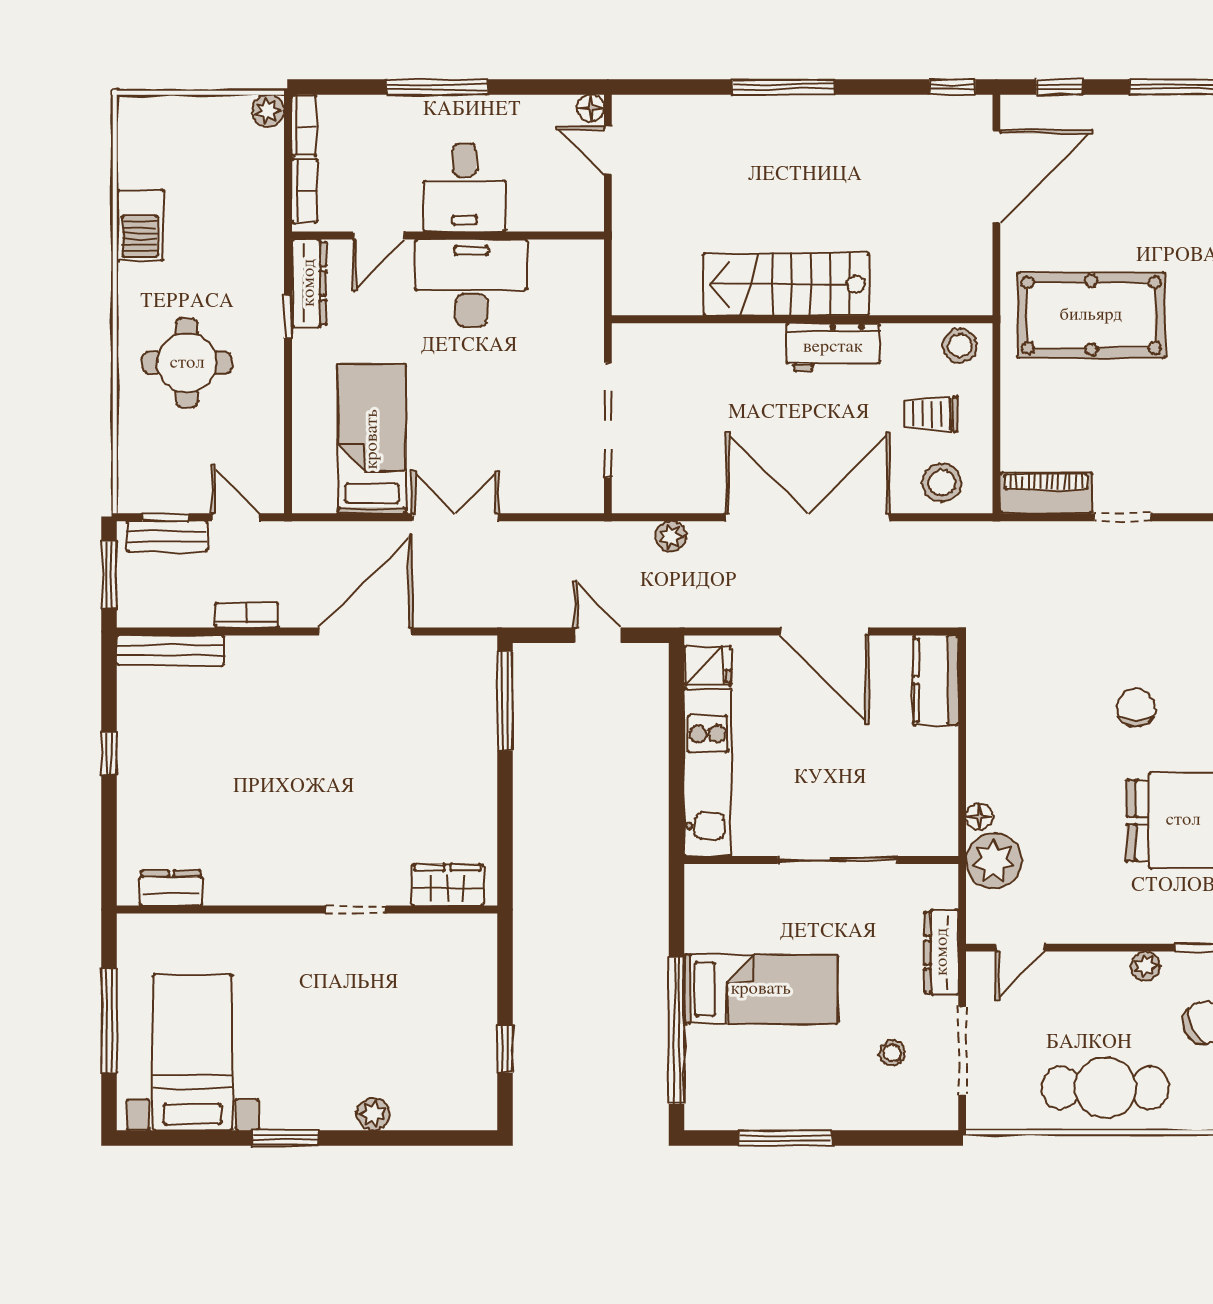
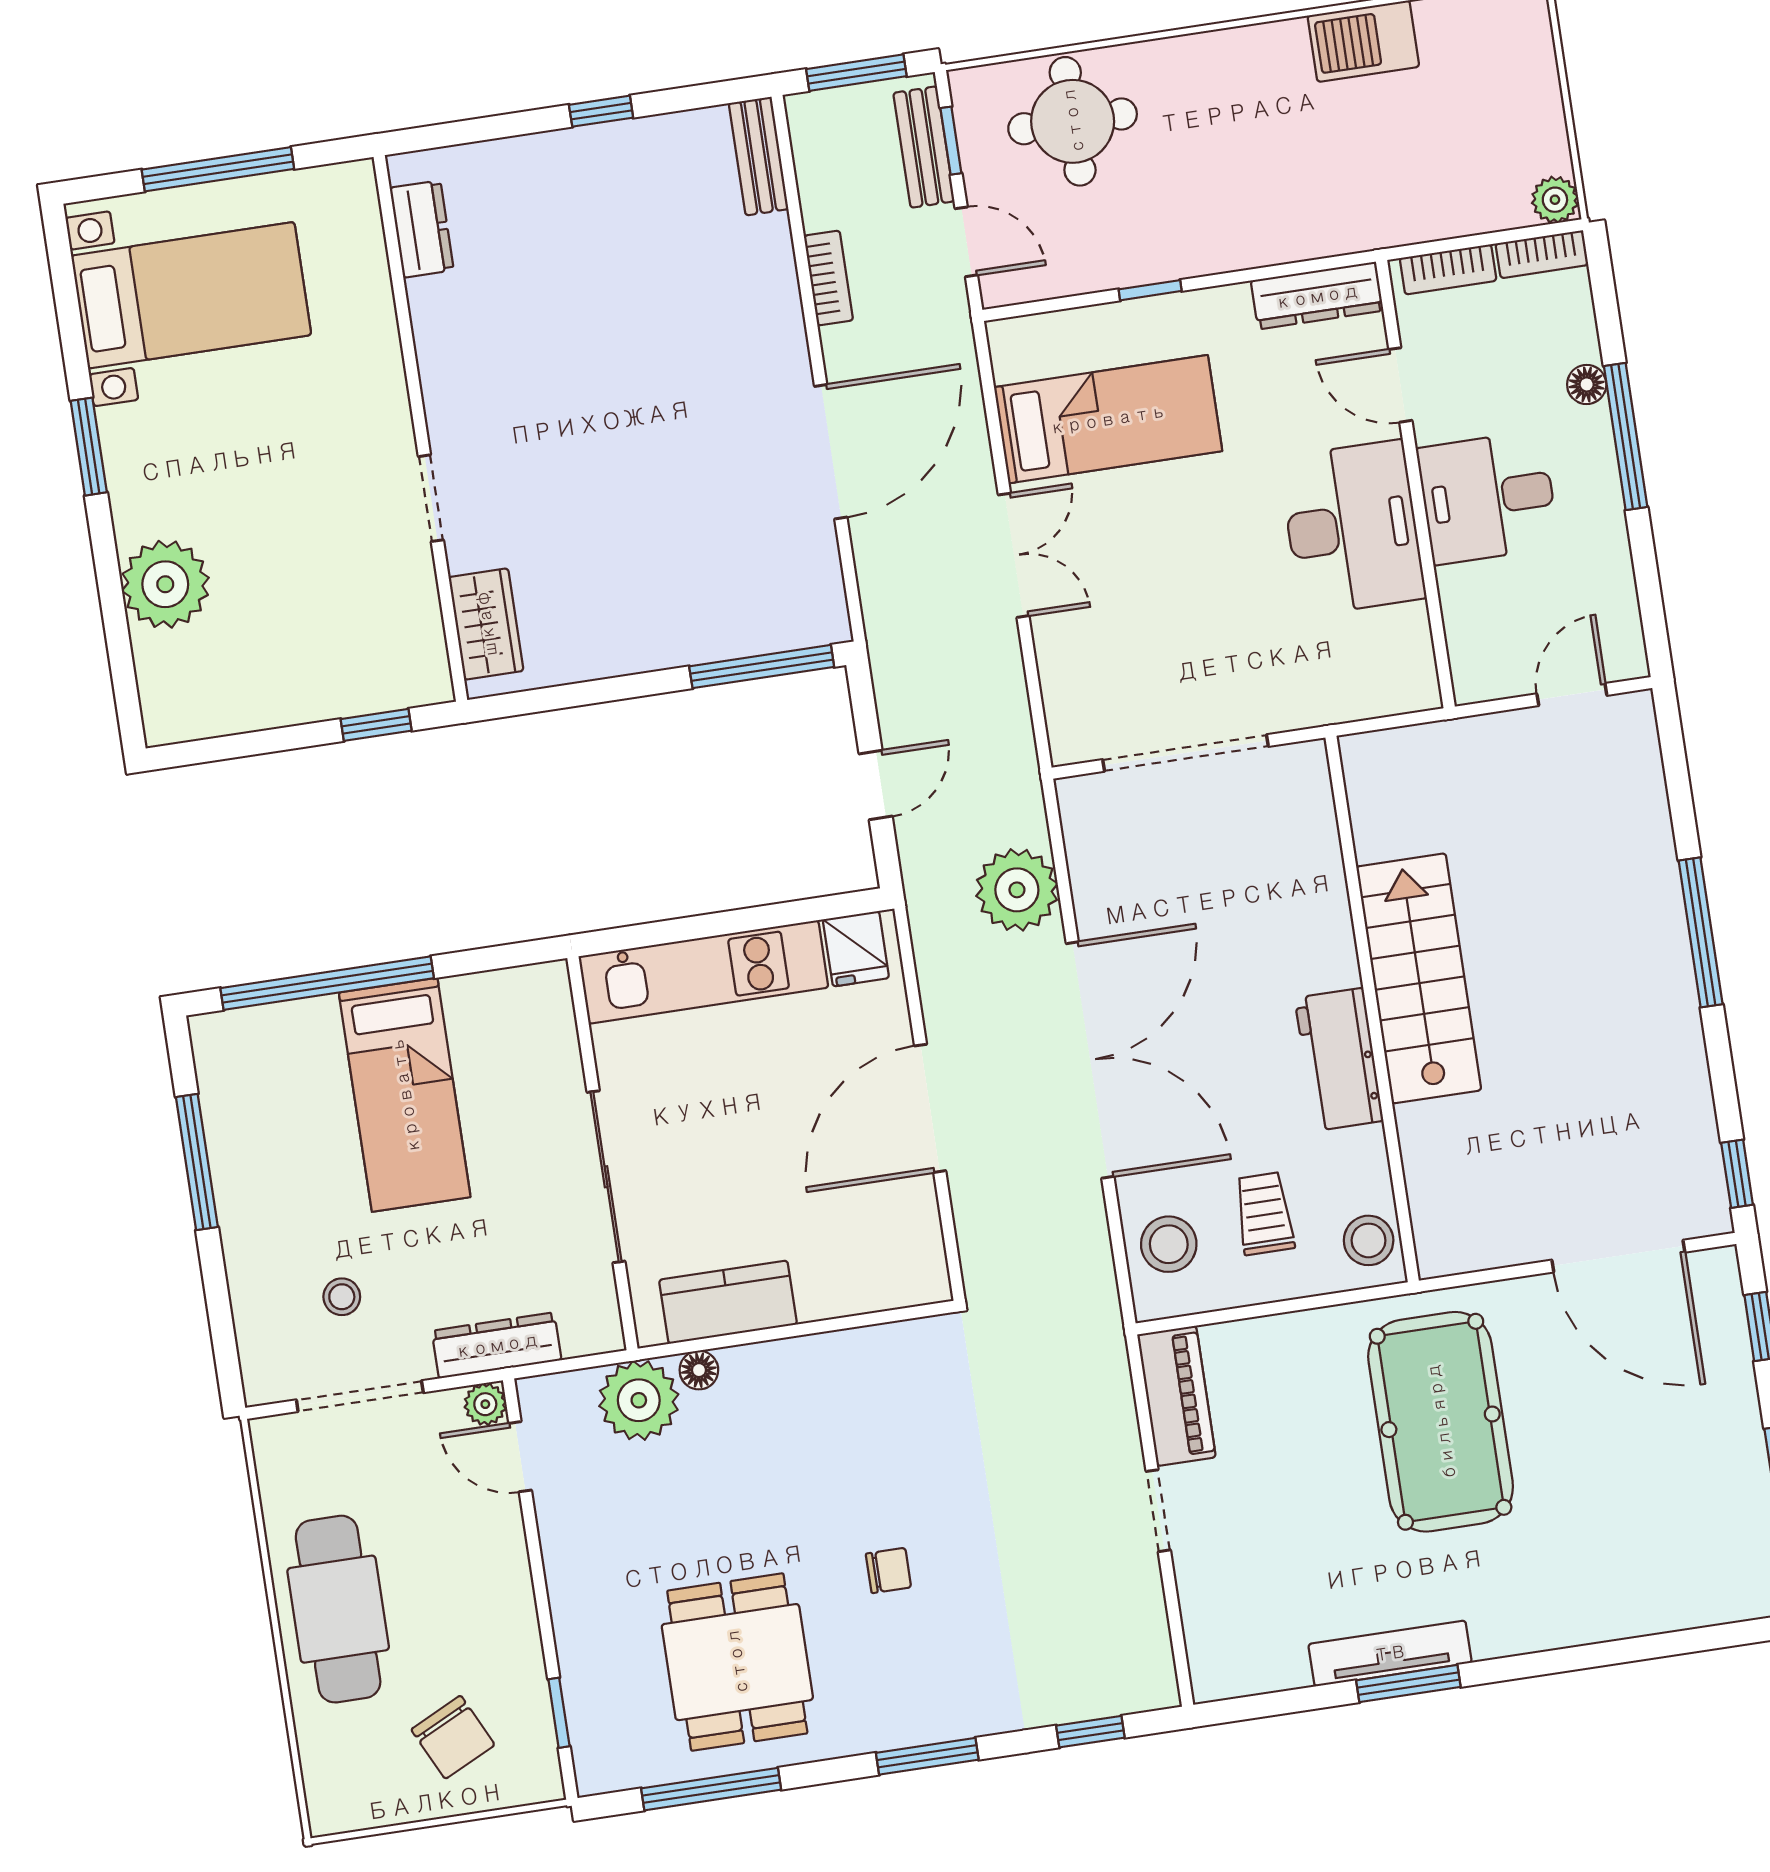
floor lamp: (591, 108) -> (1587, 384), moved
window: (288, 316) -> (1150, 290), moved
round table: (187, 363) -> (1073, 121), moved
door: (236, 517) -> (966, 242), hinge flipped
plant: (671, 536) -> (1017, 890), width x1.87, depth x1.87
door: (365, 632) -> (831, 452), hinge flipped
bench: (170, 650) -> (759, 156), width x0.73
kitchen counter: (936, 680) -> (728, 1302), moved
chair: (1136, 708) -> (888, 1570), width x0.73, depth x0.73
plant: (1146, 966) -> (485, 1404), moved
window: (505, 1049) -> (376, 725), moved
plant: (373, 1114) -> (165, 584), width x1.87, depth x1.87

